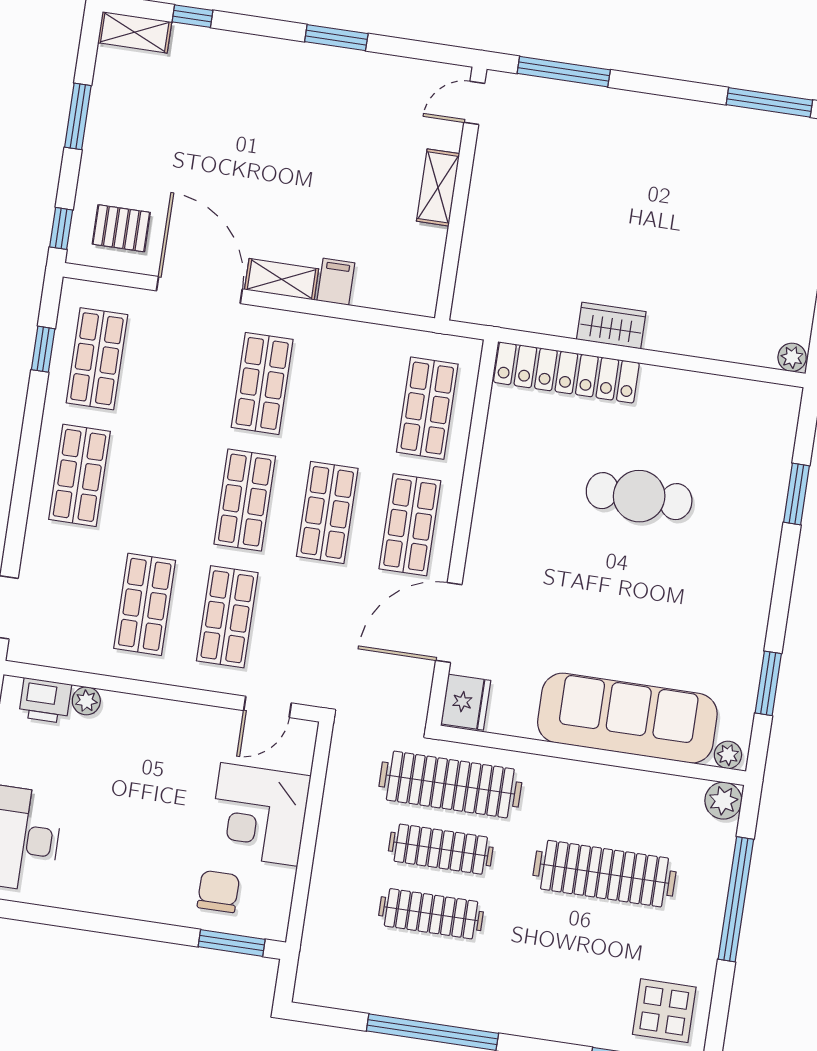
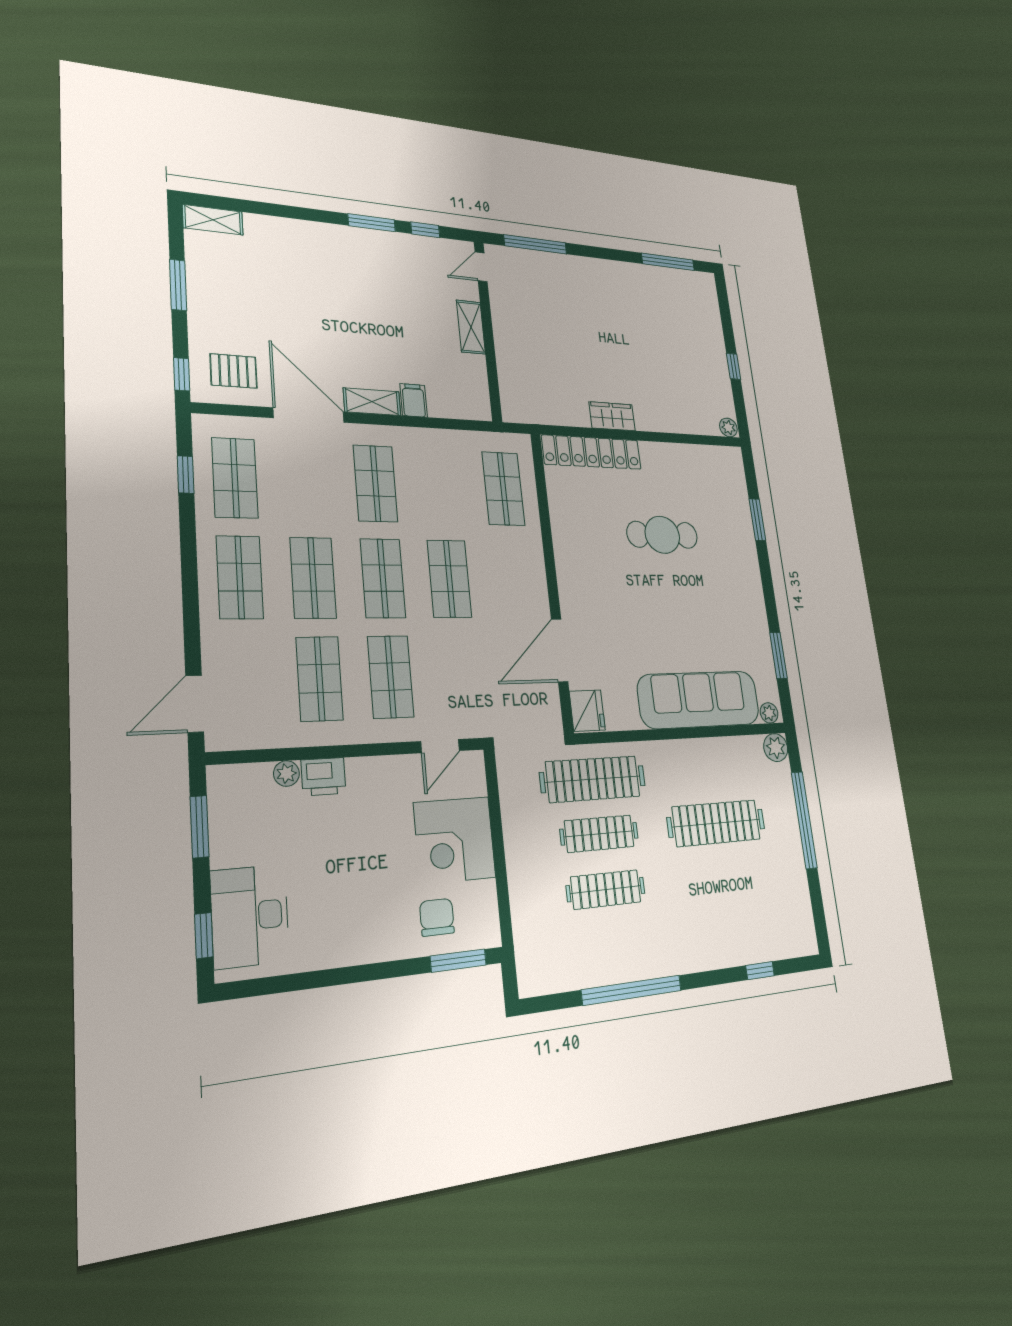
window: (193, 16) -> (425, 230), moved
shop shelf: (410, 525) -> (313, 578), moved
printer: (45, 701) -> (323, 777), moved
display table: (664, 1011) -> (784, 920), removed

